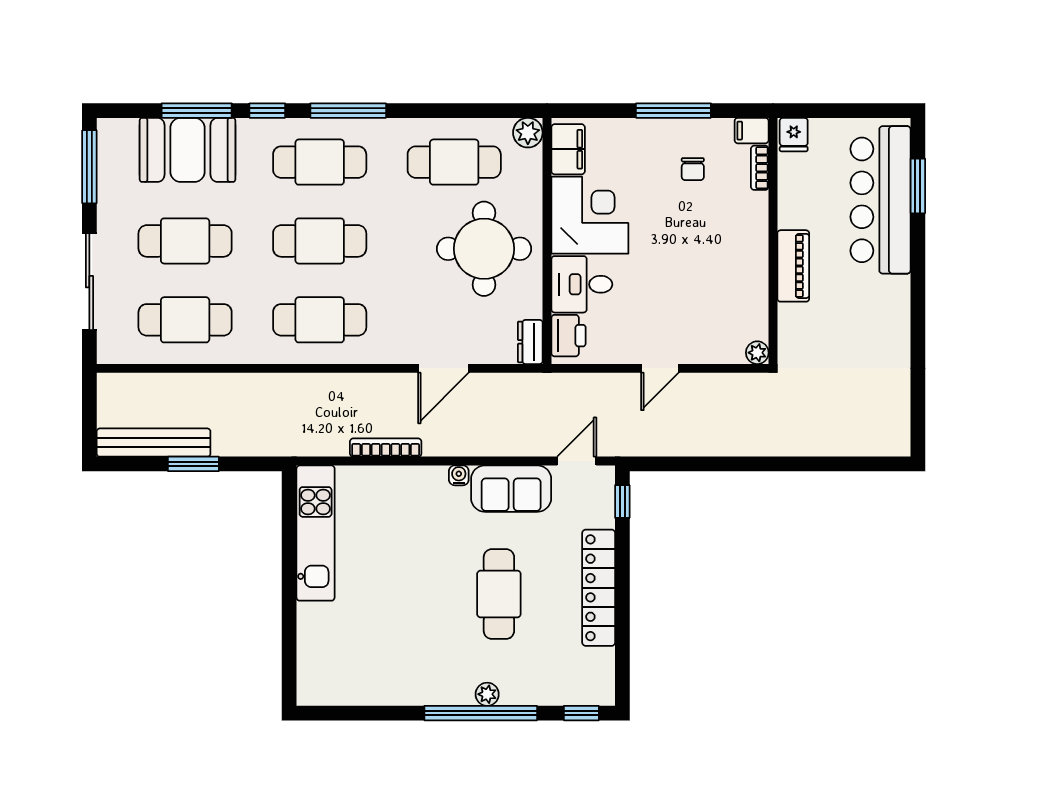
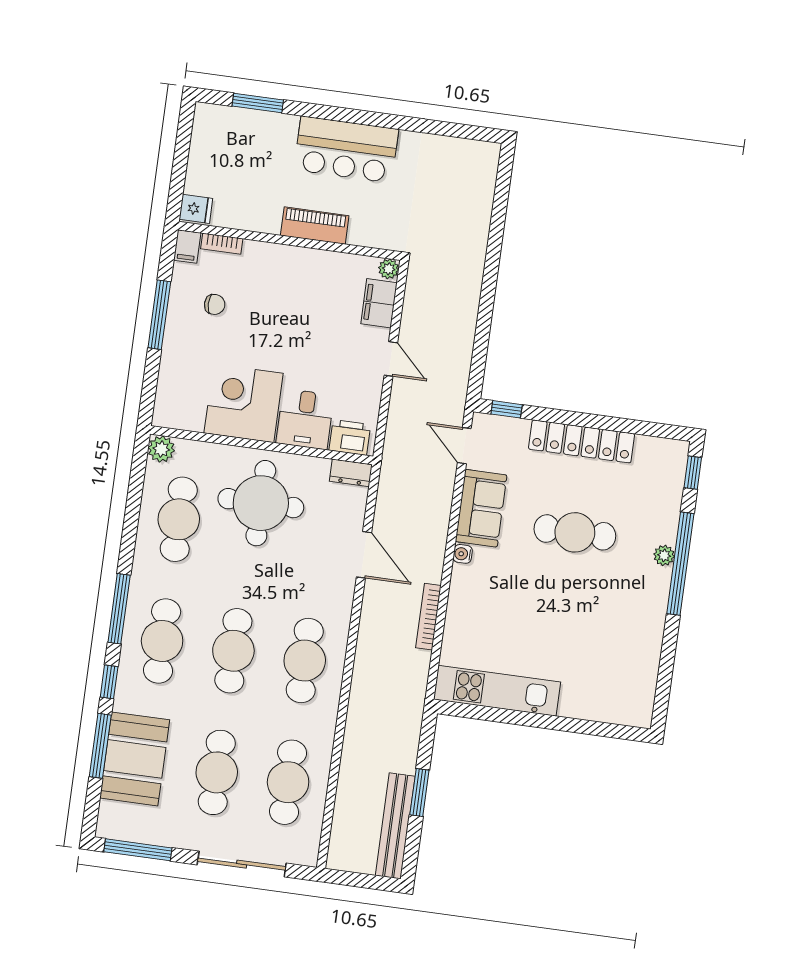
filing cabinet: (568, 149) -> (379, 303), moved, turned -90
bar counter: (880, 200) -> (346, 150), moved, width x0.73

